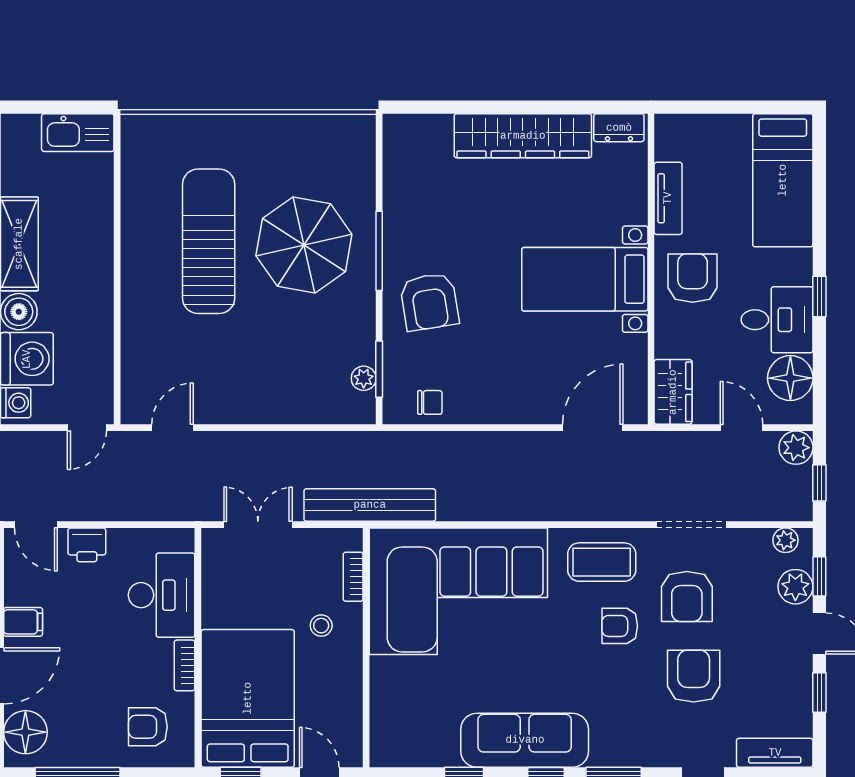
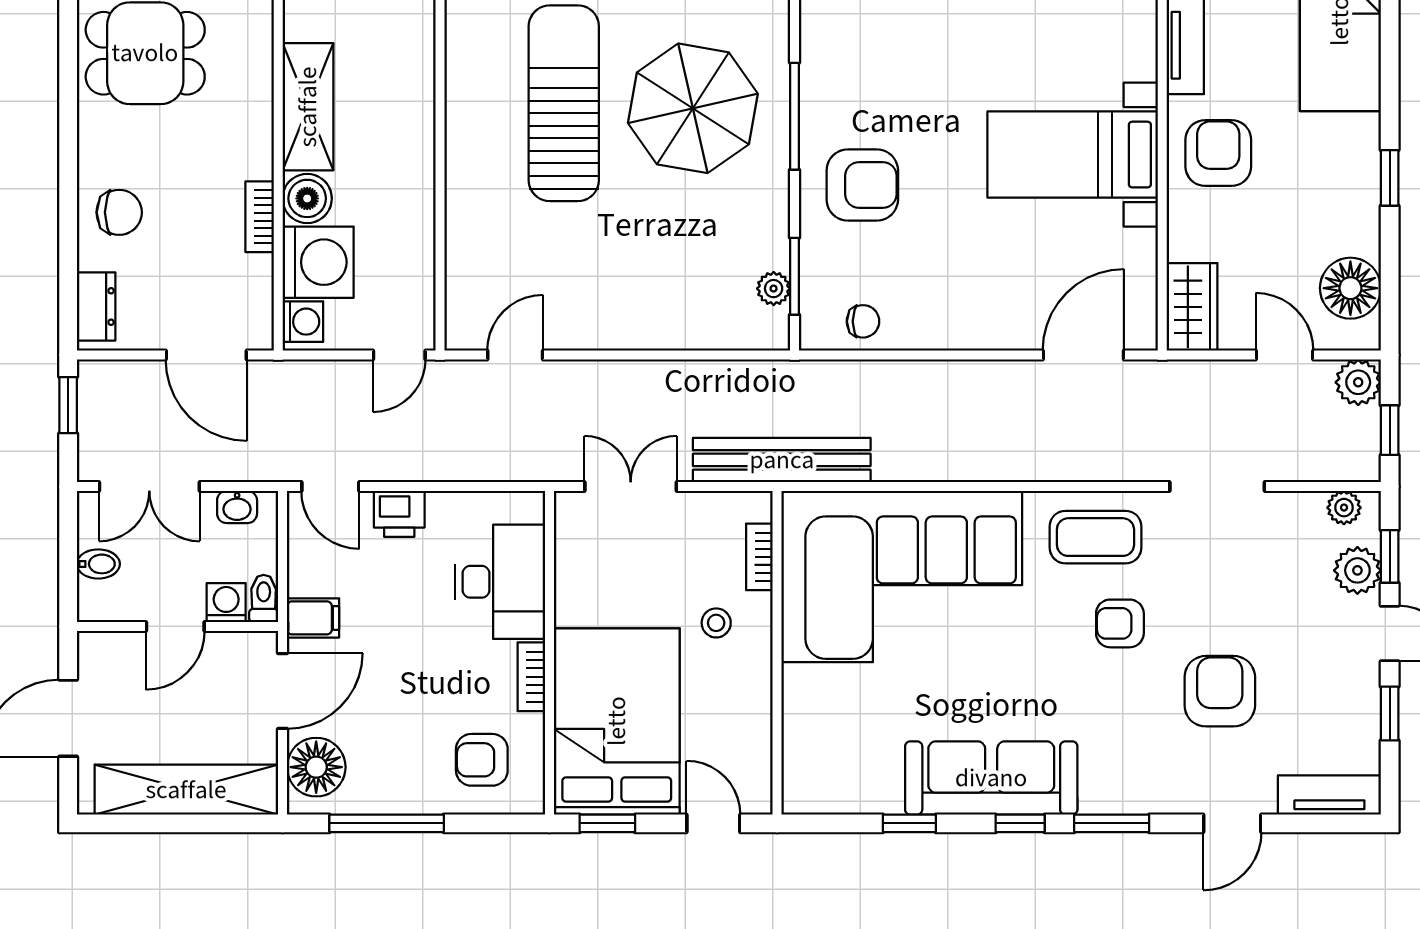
armchair: (429, 302) -> (862, 185), turned -81
desk: (777, 320) -> (1333, 209), removed
armchair: (687, 597) -> (1211, 584), removed

